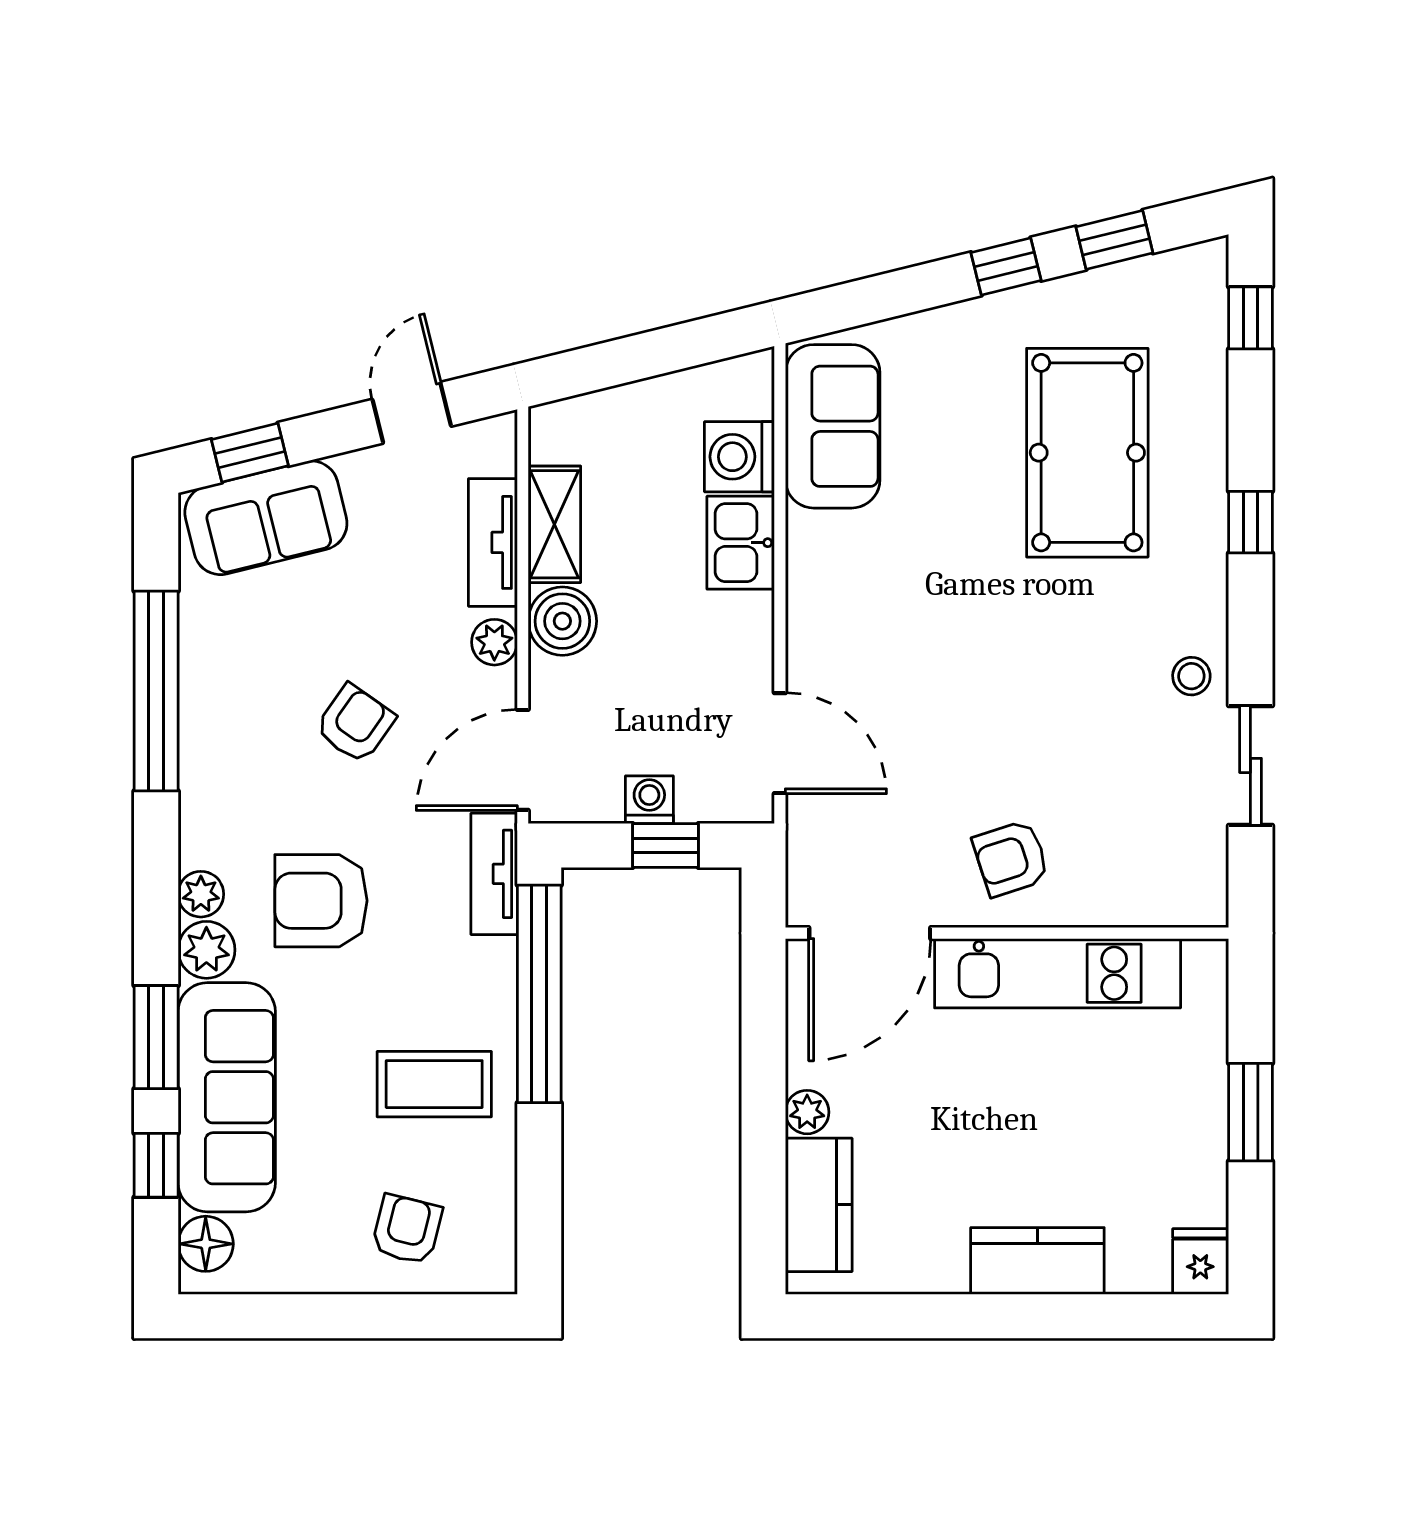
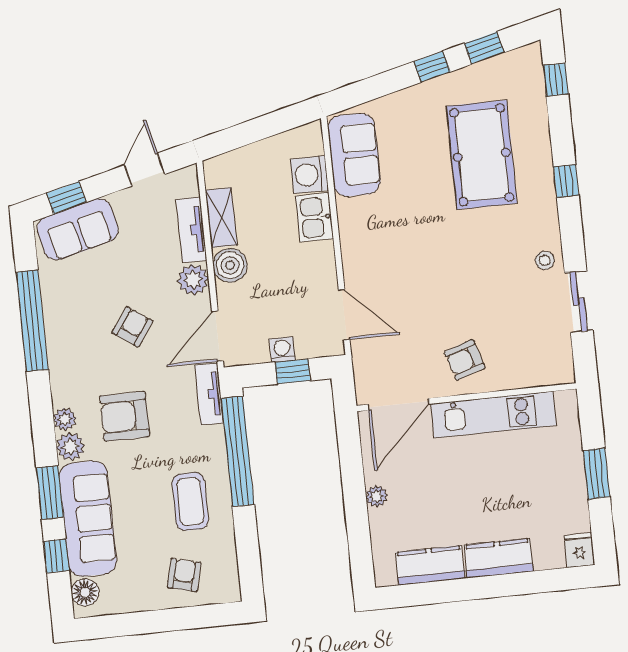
plant: (494, 642) -> (193, 280), width x1.38, depth x1.38
coffee table: (434, 1084) -> (190, 501), turned 90
kitchen counter: (819, 1205) -> (430, 565), moved, turned -90

